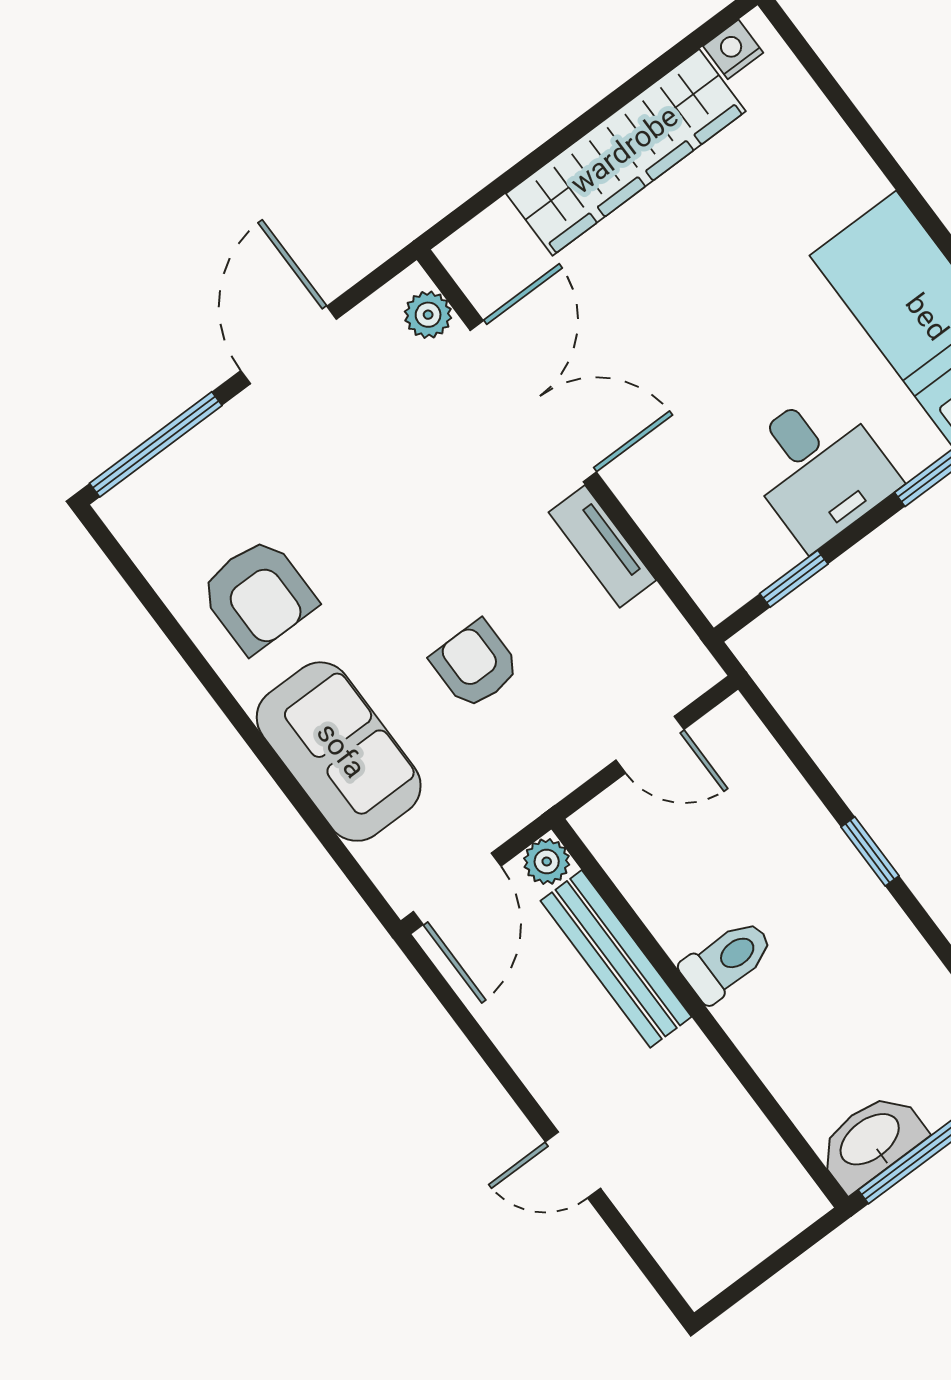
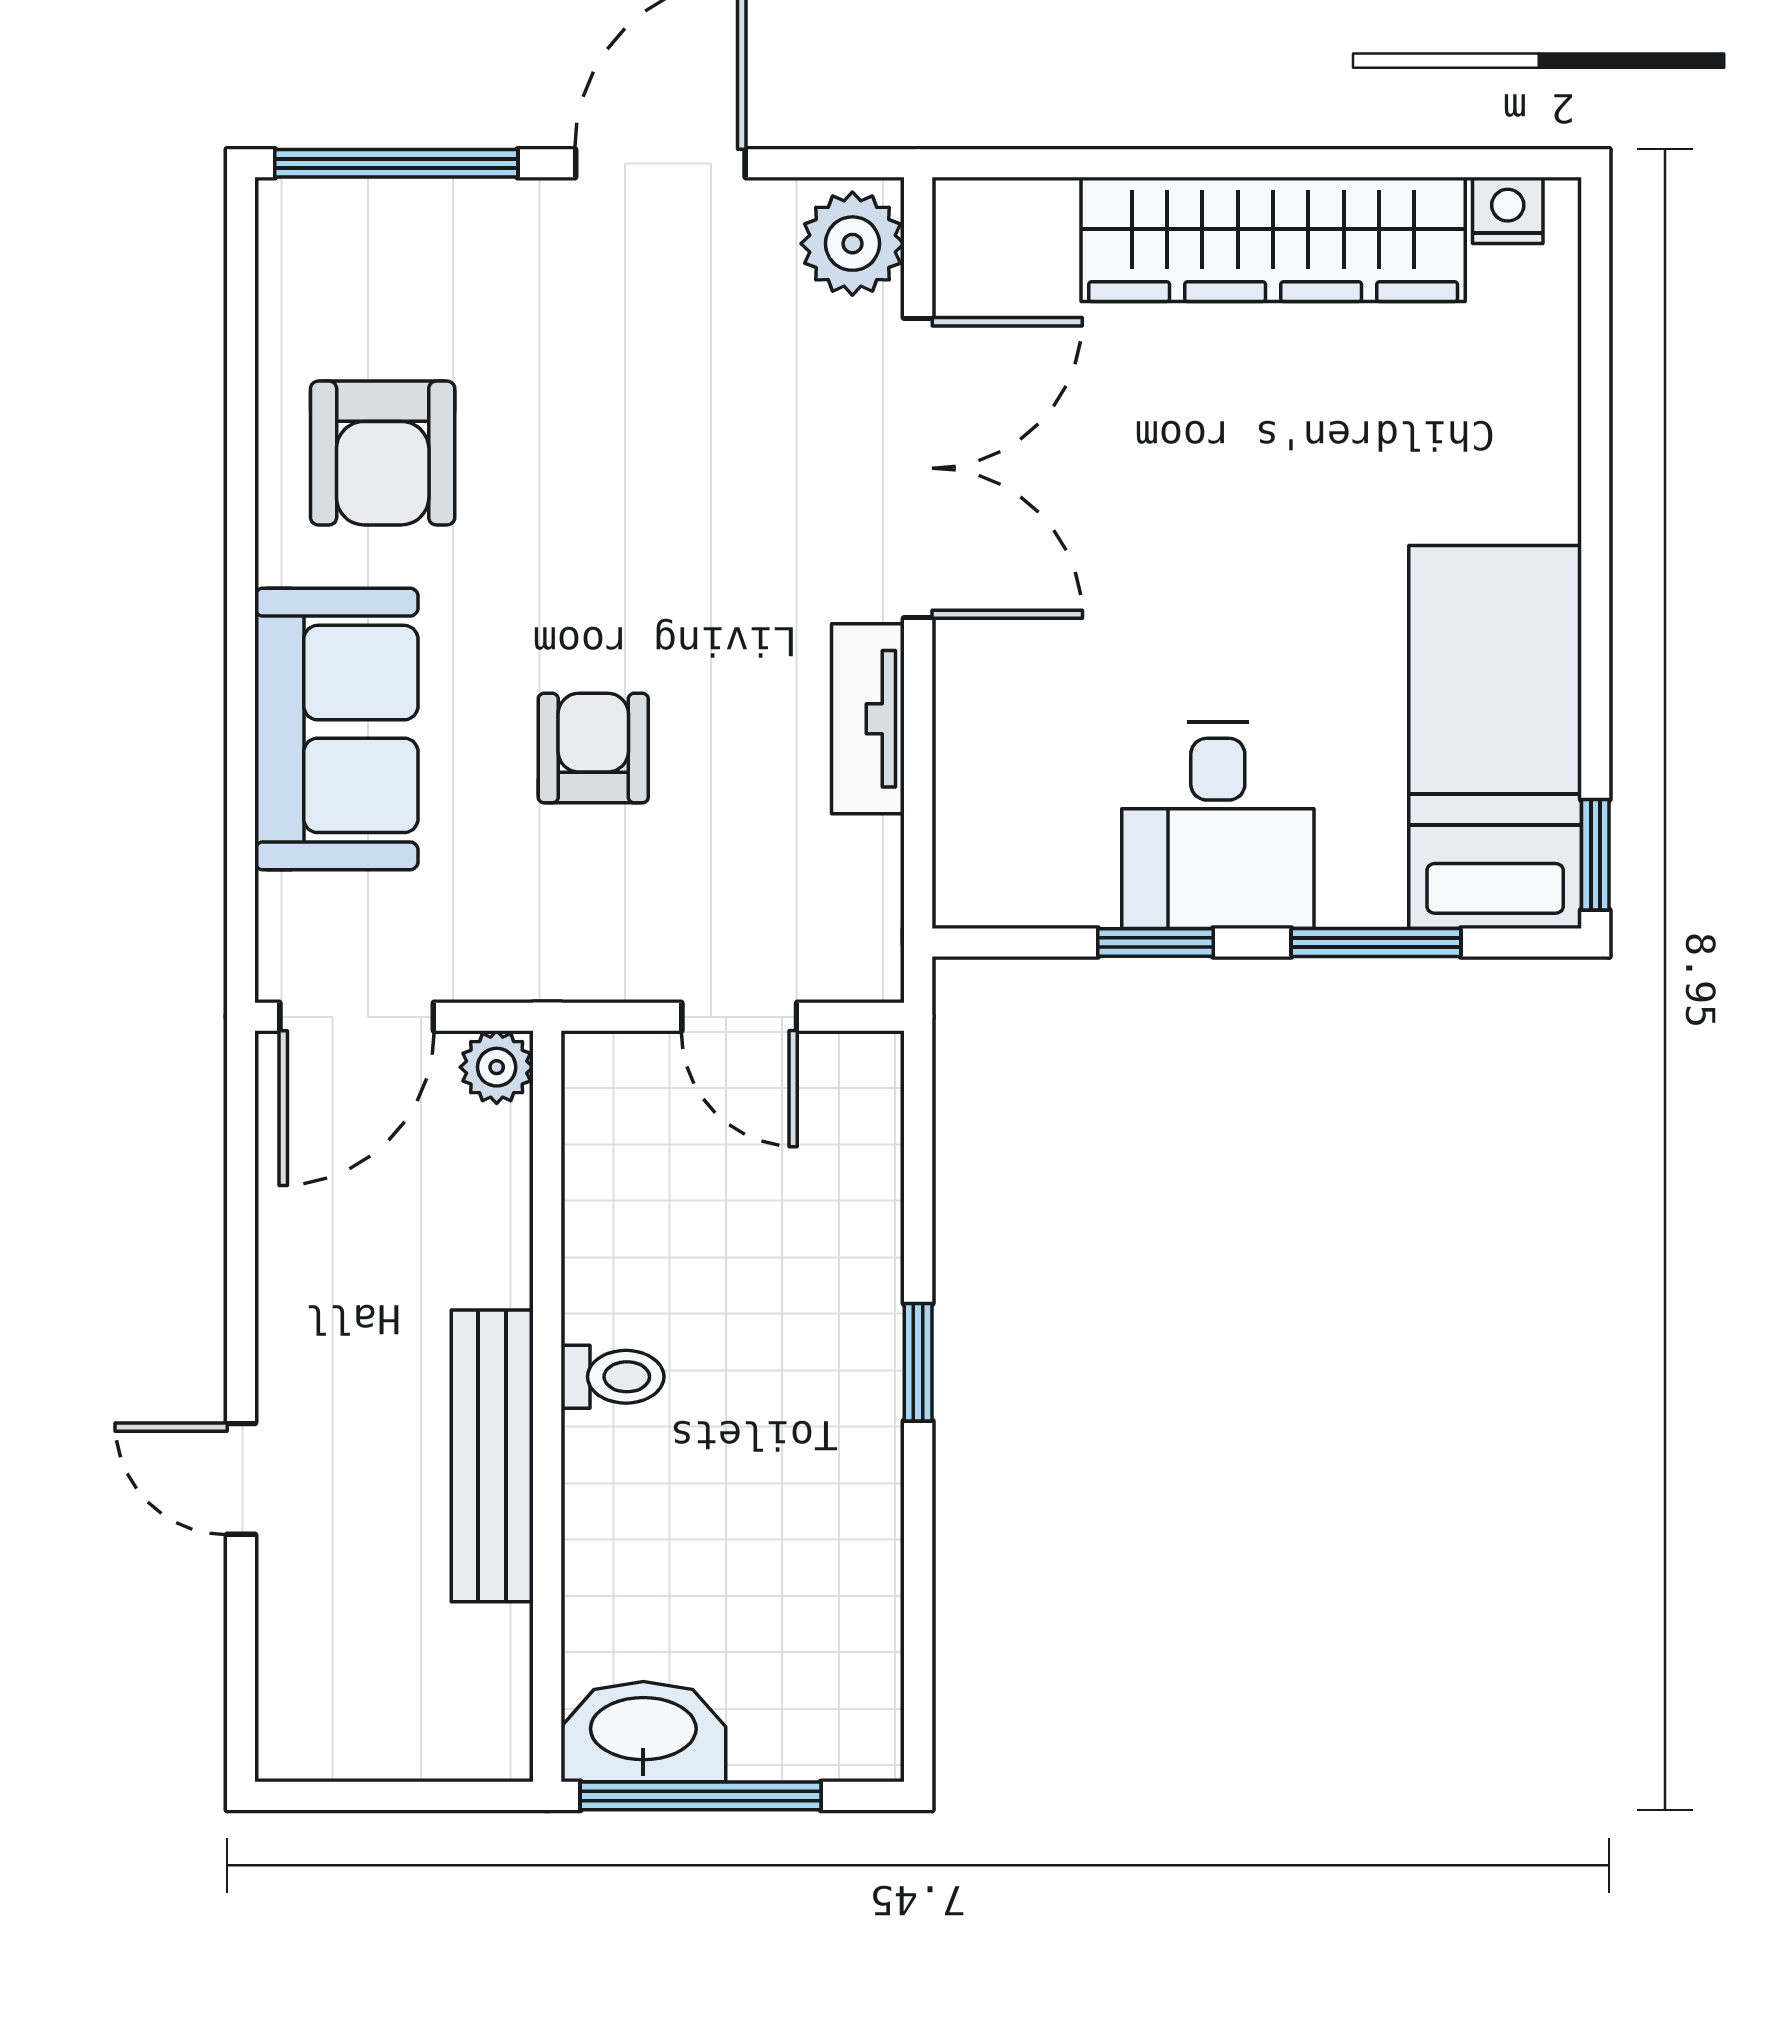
plant: (428, 315) -> (852, 244), width x1.38, depth x1.38
window: (794, 579) -> (1156, 942), moved
bench: (616, 959) -> (492, 1456), moved
toilet: (727, 960) -> (612, 1377), width x0.73, depth x0.72

